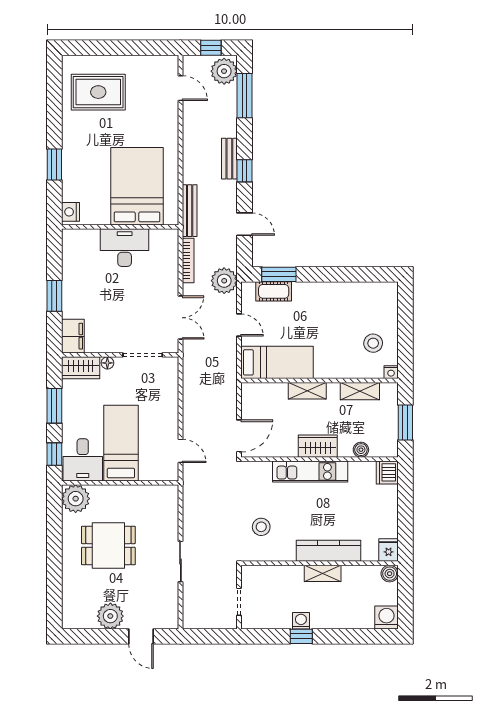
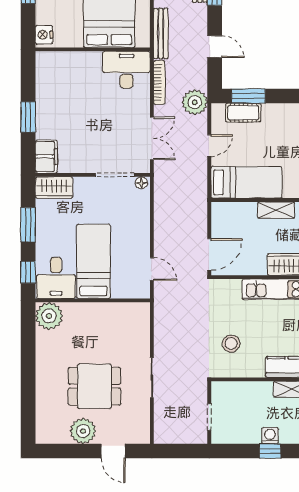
desk: (125, 248) -> (126, 70), moved
door: (239, 325) -> (209, 146), hinge flipped
floor lamp: (107, 363) -> (141, 183), moved
dining table: (108, 545) -> (94, 386), moved

